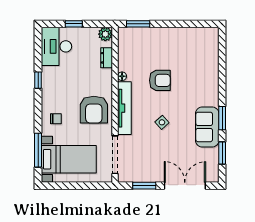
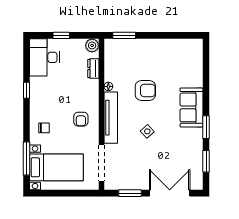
armchair: (94, 110) -> (81, 119), width x0.53, depth x0.53
sofa: (207, 127) -> (191, 107), moved

